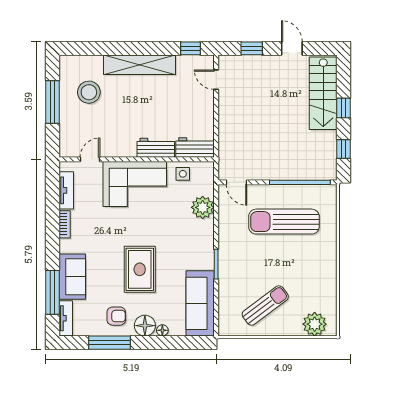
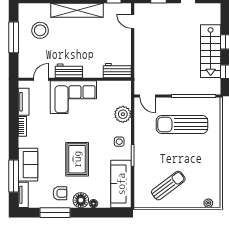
stairs: (323, 93) -> (211, 51), moved
workbench: (156, 148) -> (69, 71), moved
side table: (183, 174) -> (119, 142), moved
plant: (315, 324) -> (208, 203), width x0.53, depth x0.53

